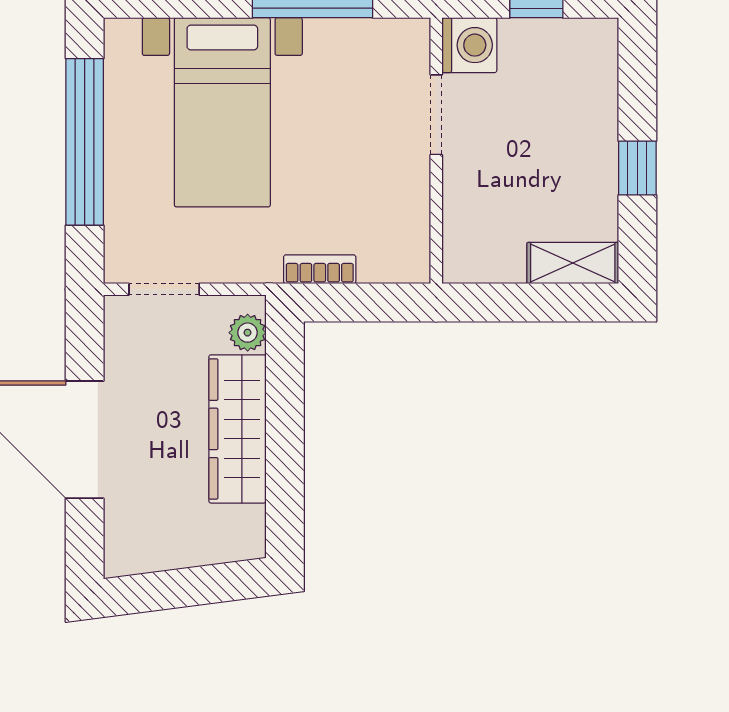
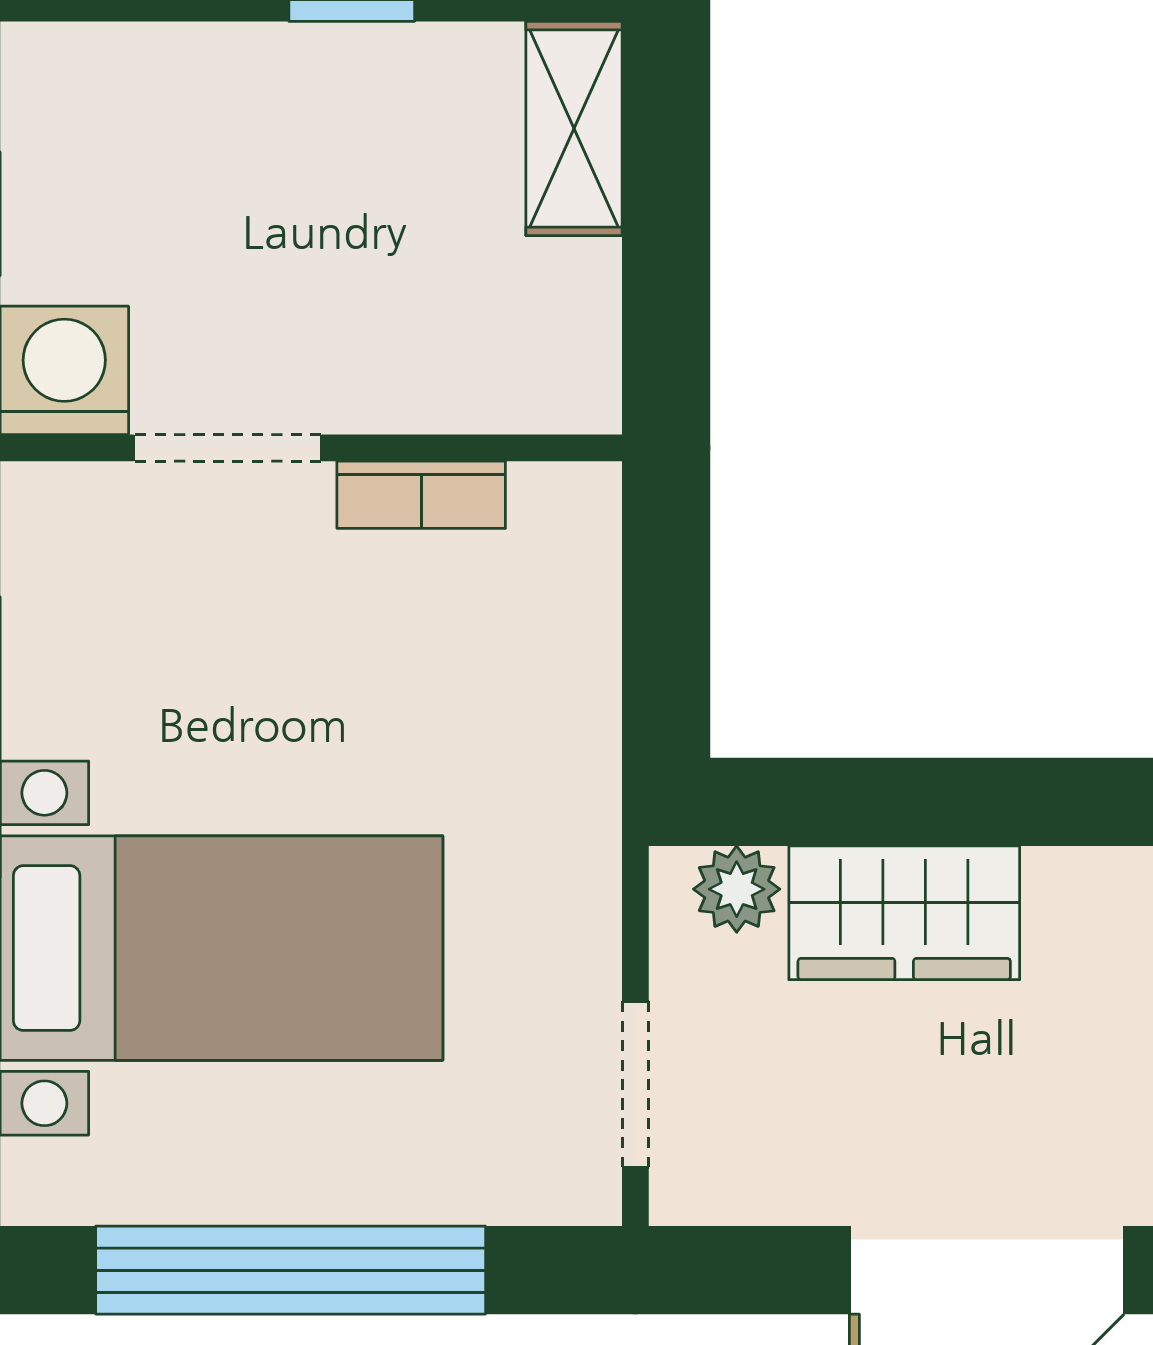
bookcase: (320, 269) -> (421, 495), moved, turned -90
wardrobe: (237, 429) -> (904, 913), width x0.67

